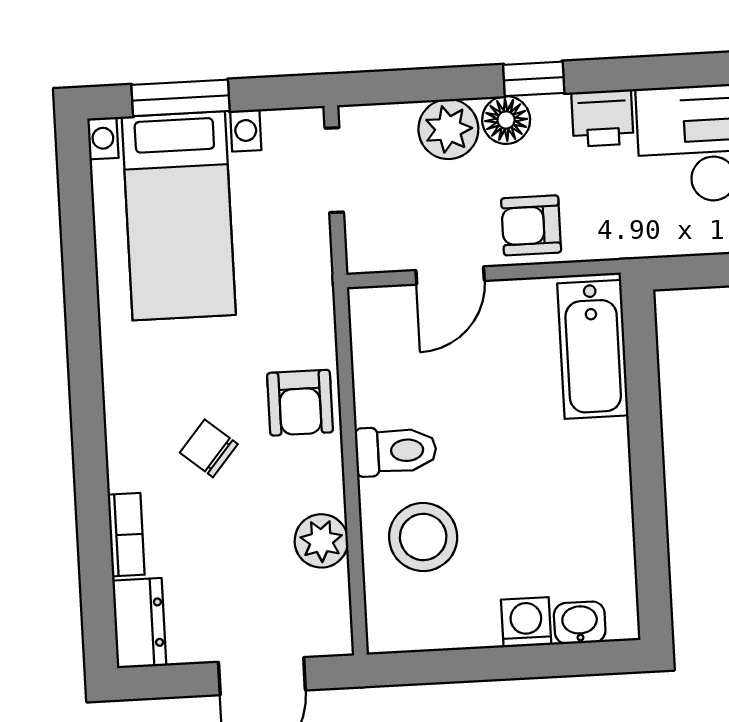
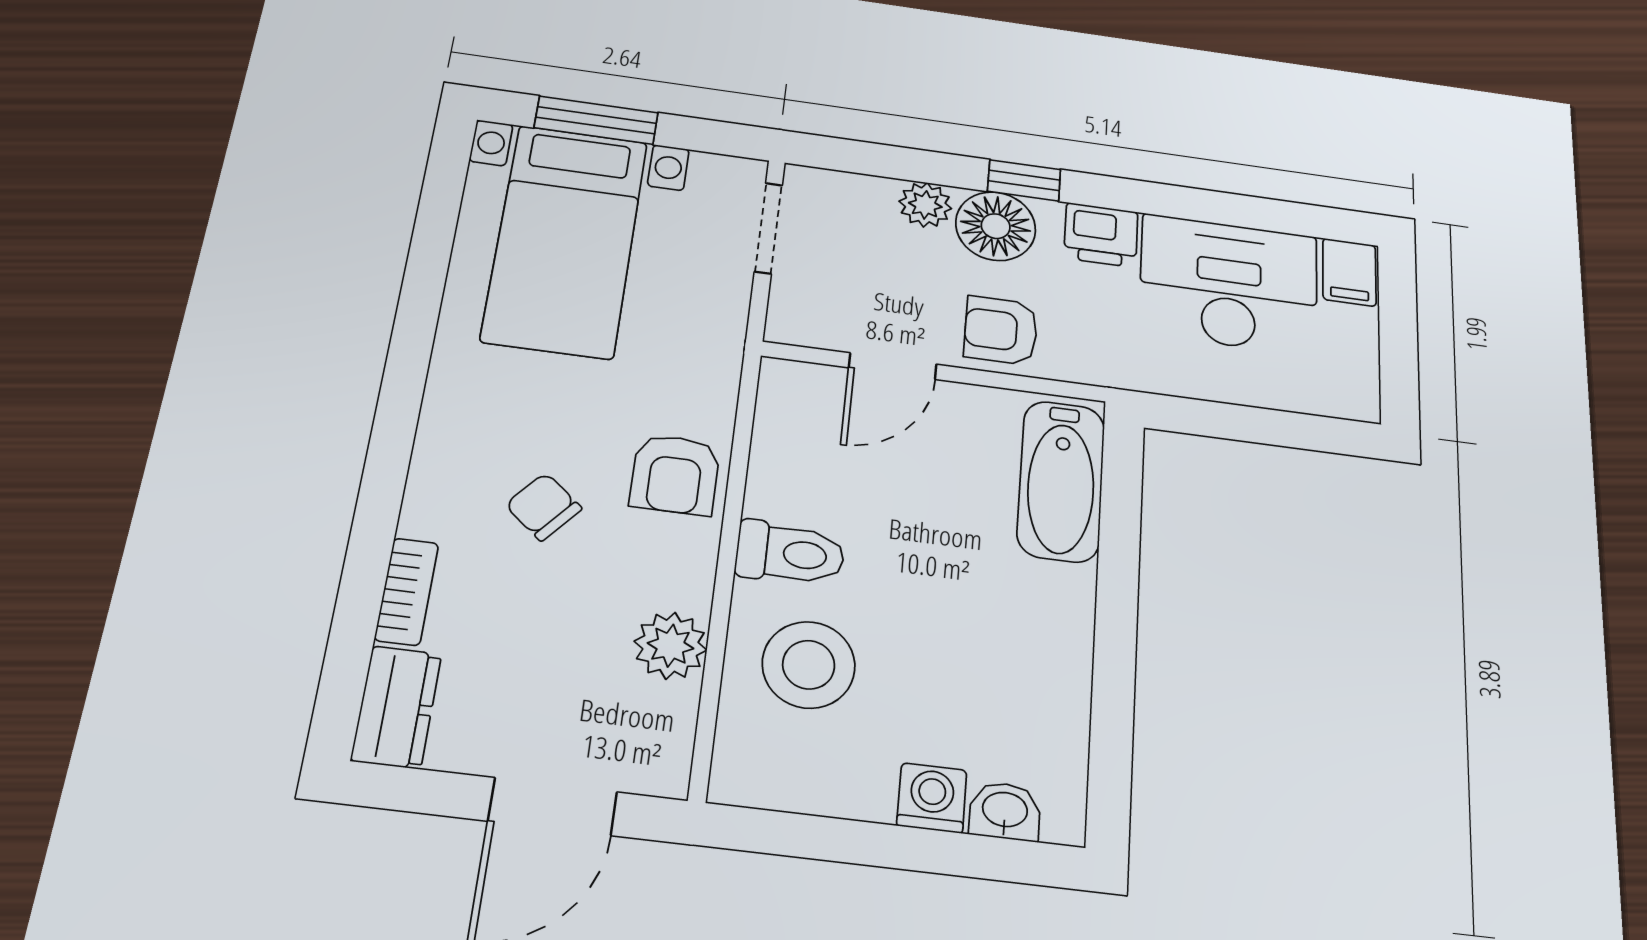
floor lamp: (506, 120) -> (996, 226), width x1.38, depth x1.38
plant: (448, 129) -> (925, 205), width x0.73, depth x0.73

